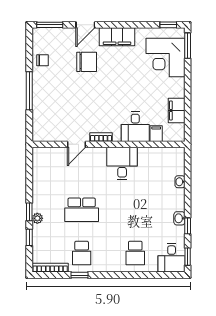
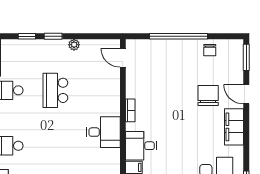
chair: (87, 62) -> (208, 95), turned 180
window: (29, 91) -> (178, 36), width x1.46
door: (76, 144) -> (123, 58), moved
plant: (37, 218) -> (74, 45), moved

